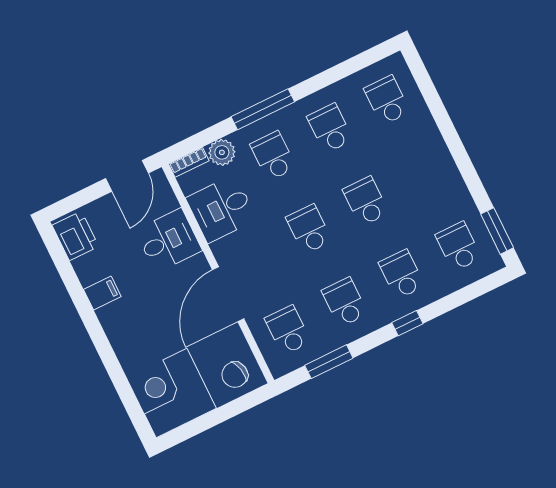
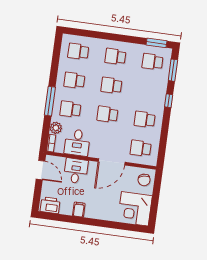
school desk: (402, 274) -> (115, 57), moved
door: (228, 294) -> (112, 162), hinge flipped
window: (329, 362) -> (173, 70), moved

